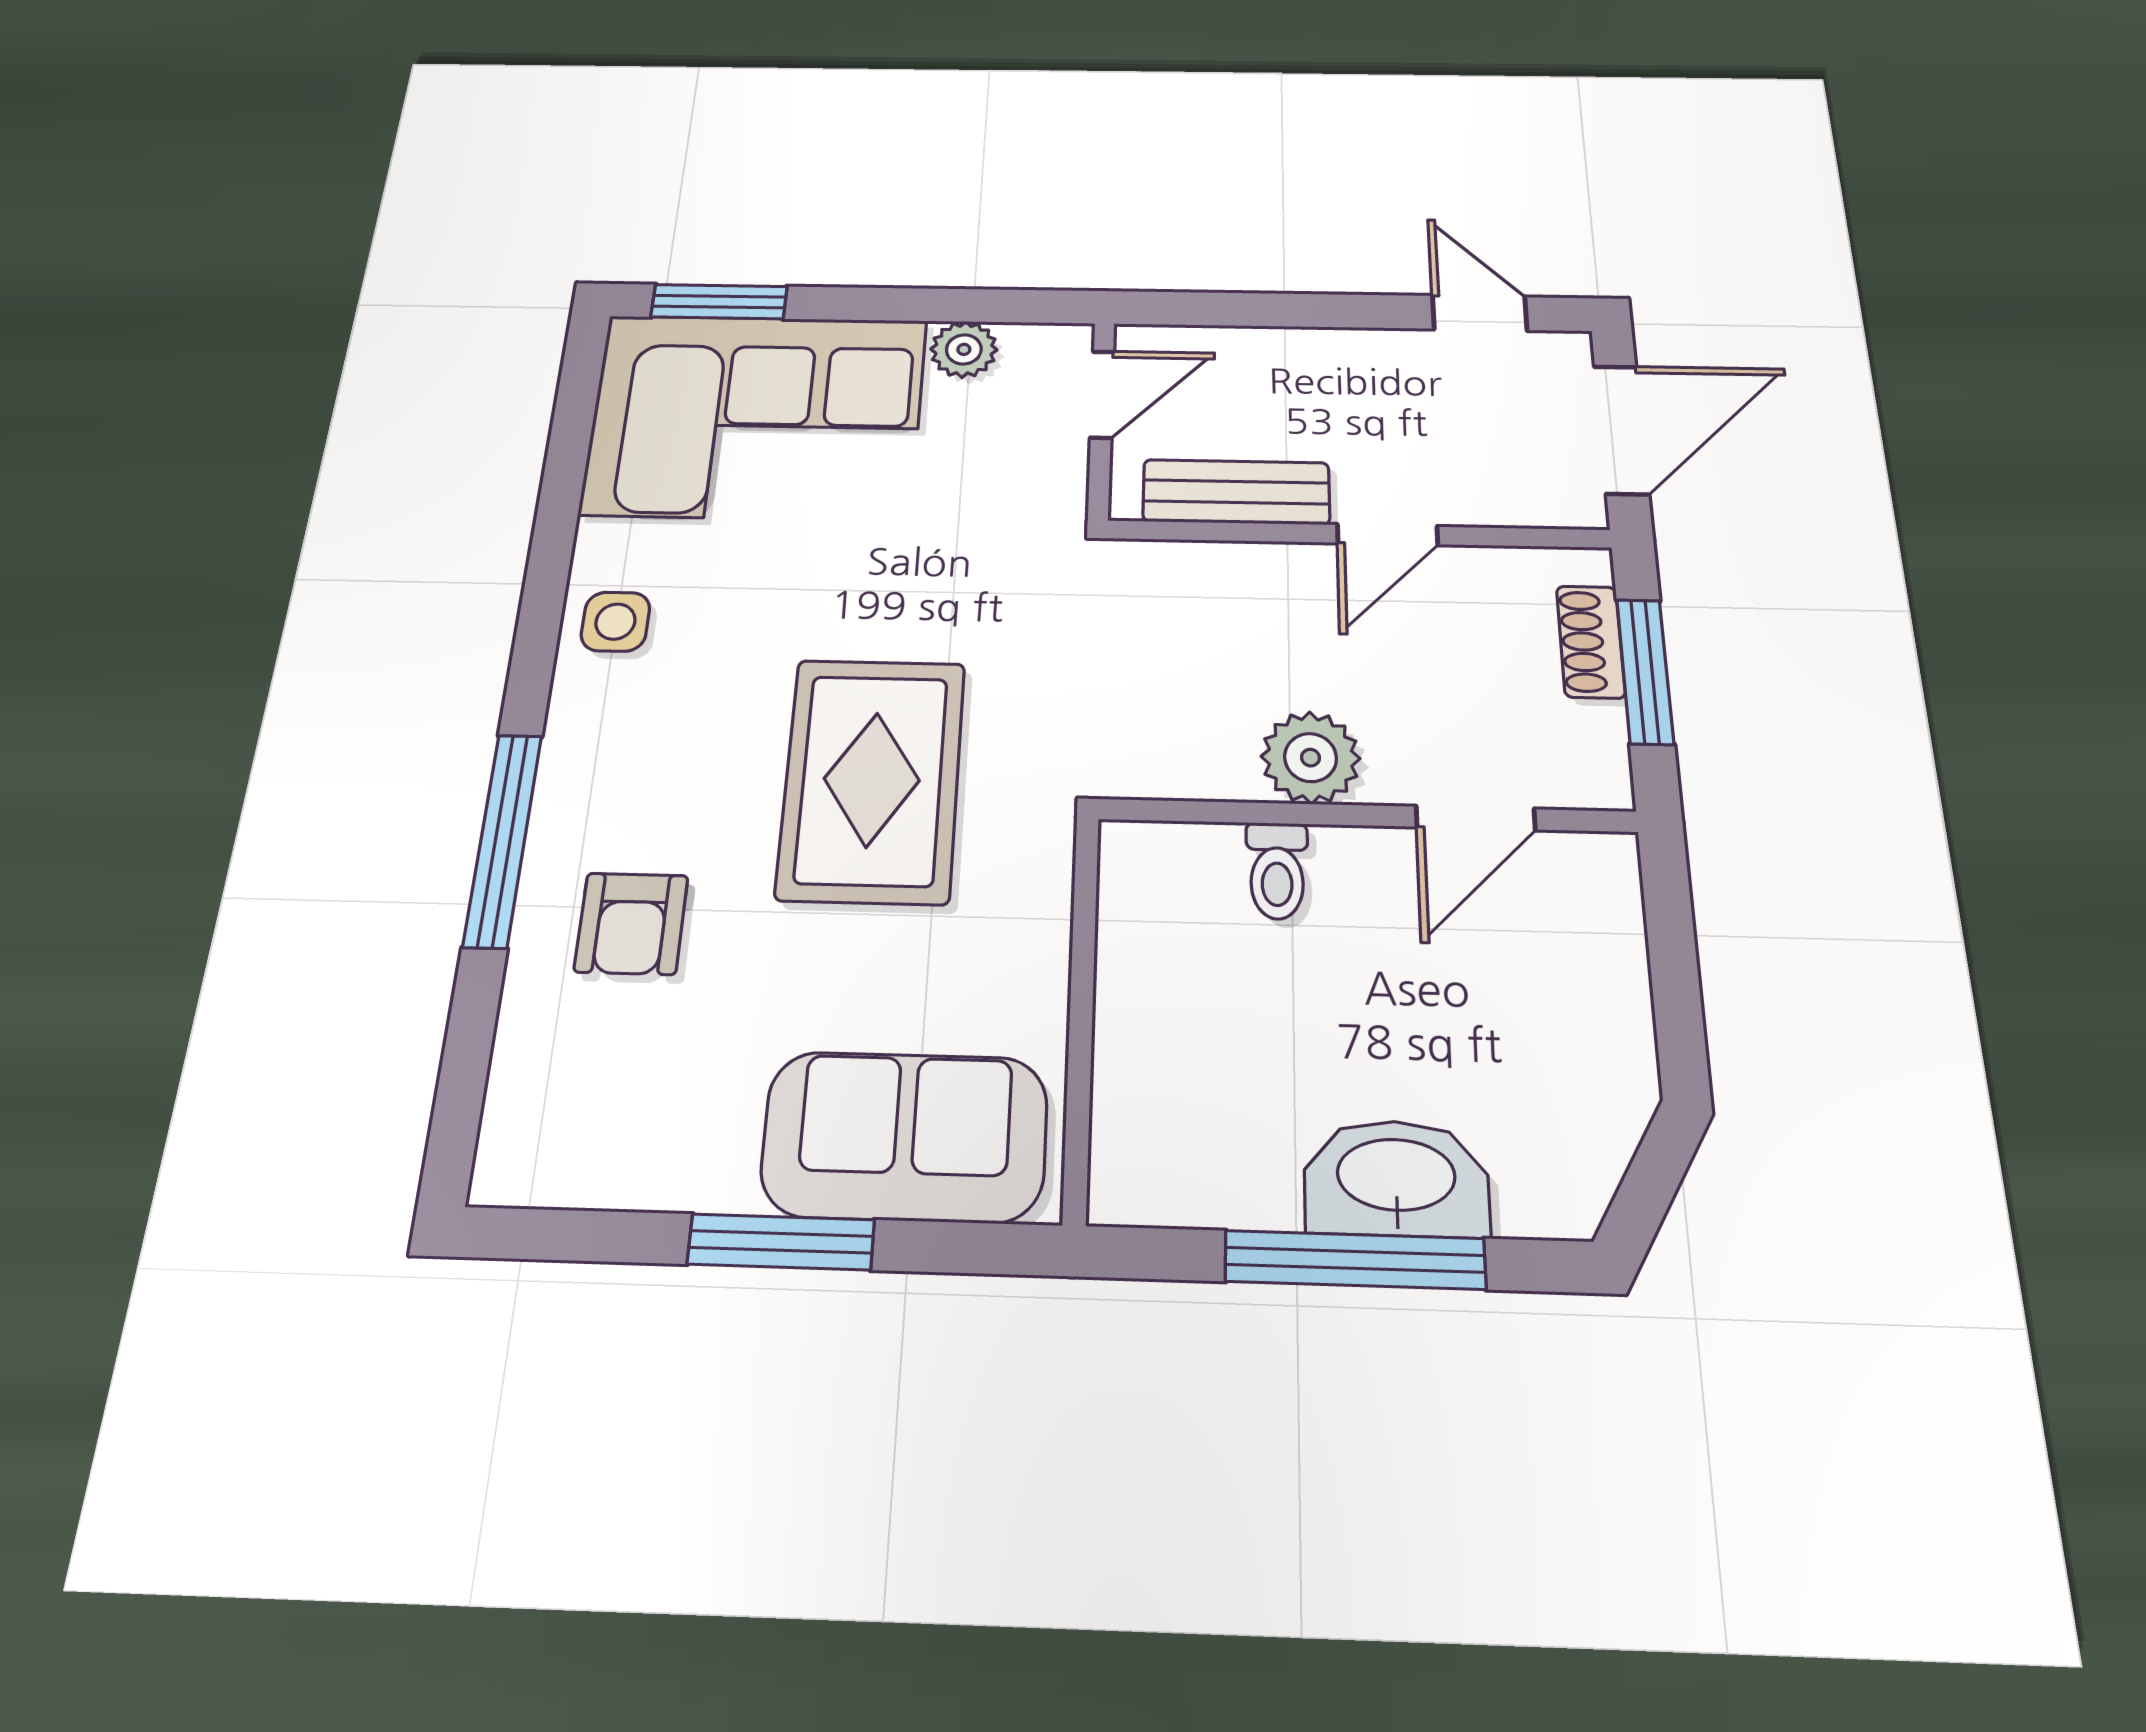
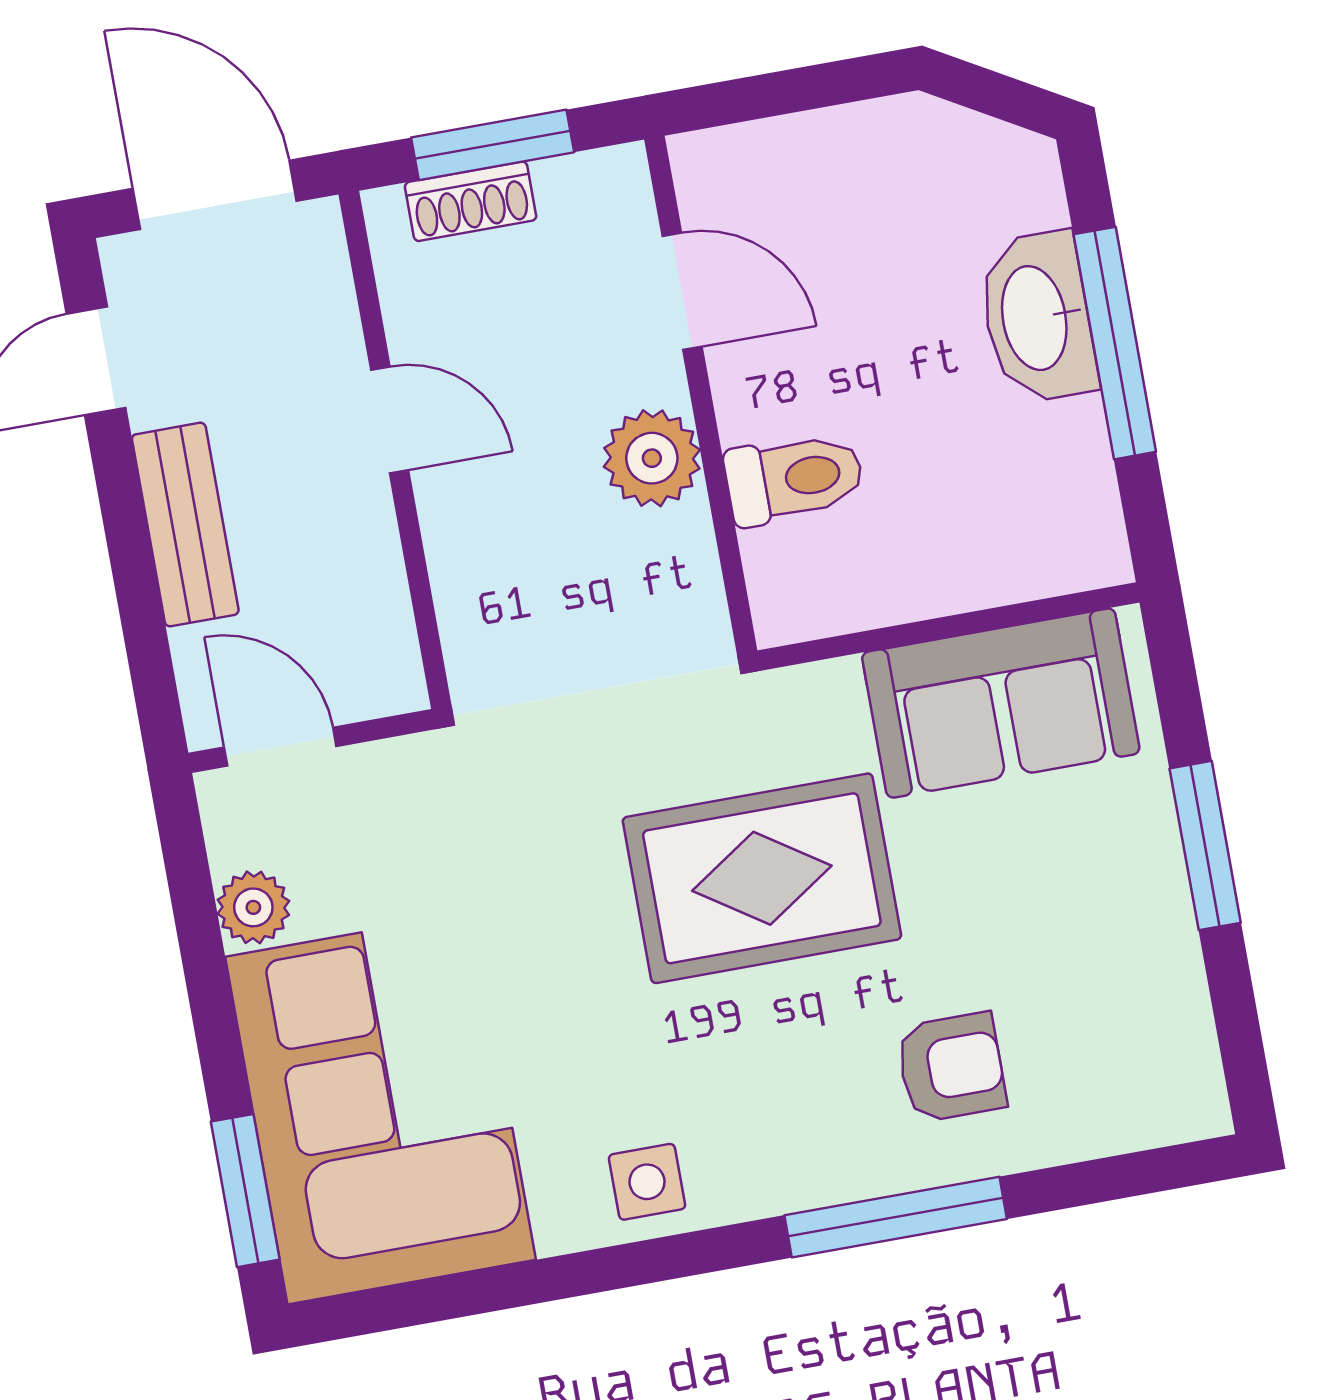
bench: (1236, 492) -> (185, 525), moved
toilet: (1277, 871) -> (794, 478), width x1.37, depth x1.39
sofa: (905, 1136) -> (1001, 703), moved, turned -90

